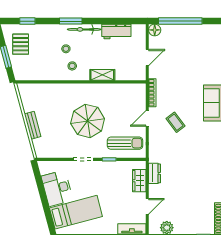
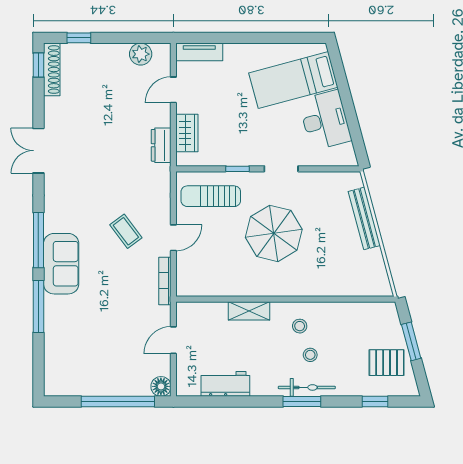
bicycle: (84, 29) -> (307, 387), moved
pallet: (21, 44) -> (387, 363), turned 90
bench: (33, 125) -> (364, 218), width x1.36

